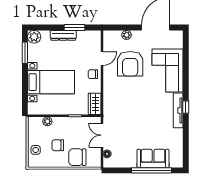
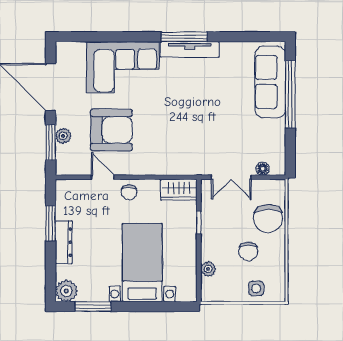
window: (123, 27) -> (51, 142), added
window: (186, 107) -> (184, 37), width x2.17
sofa: (153, 158) -> (270, 82), width x1.36

